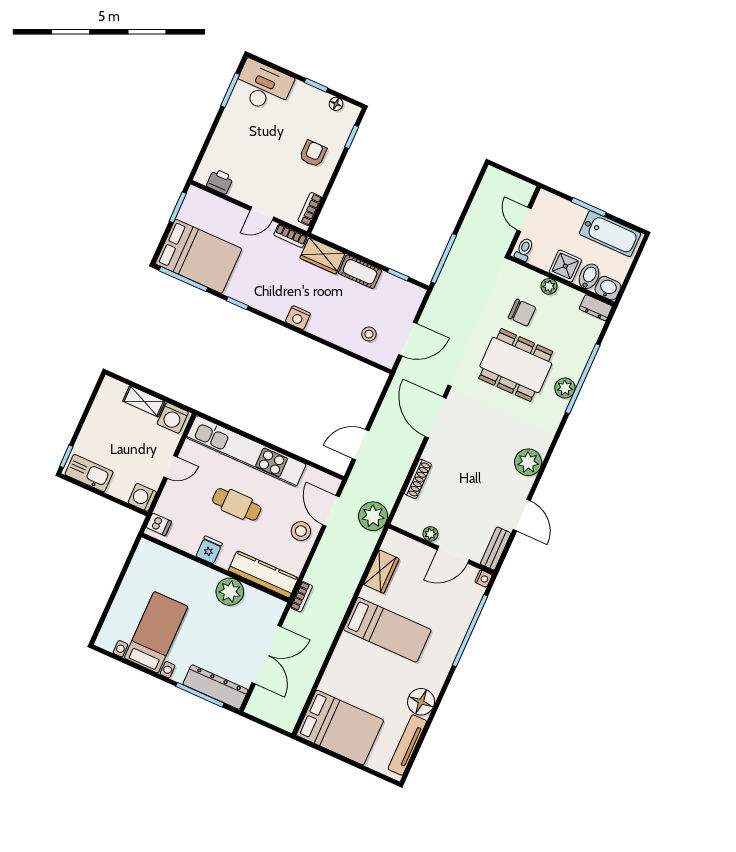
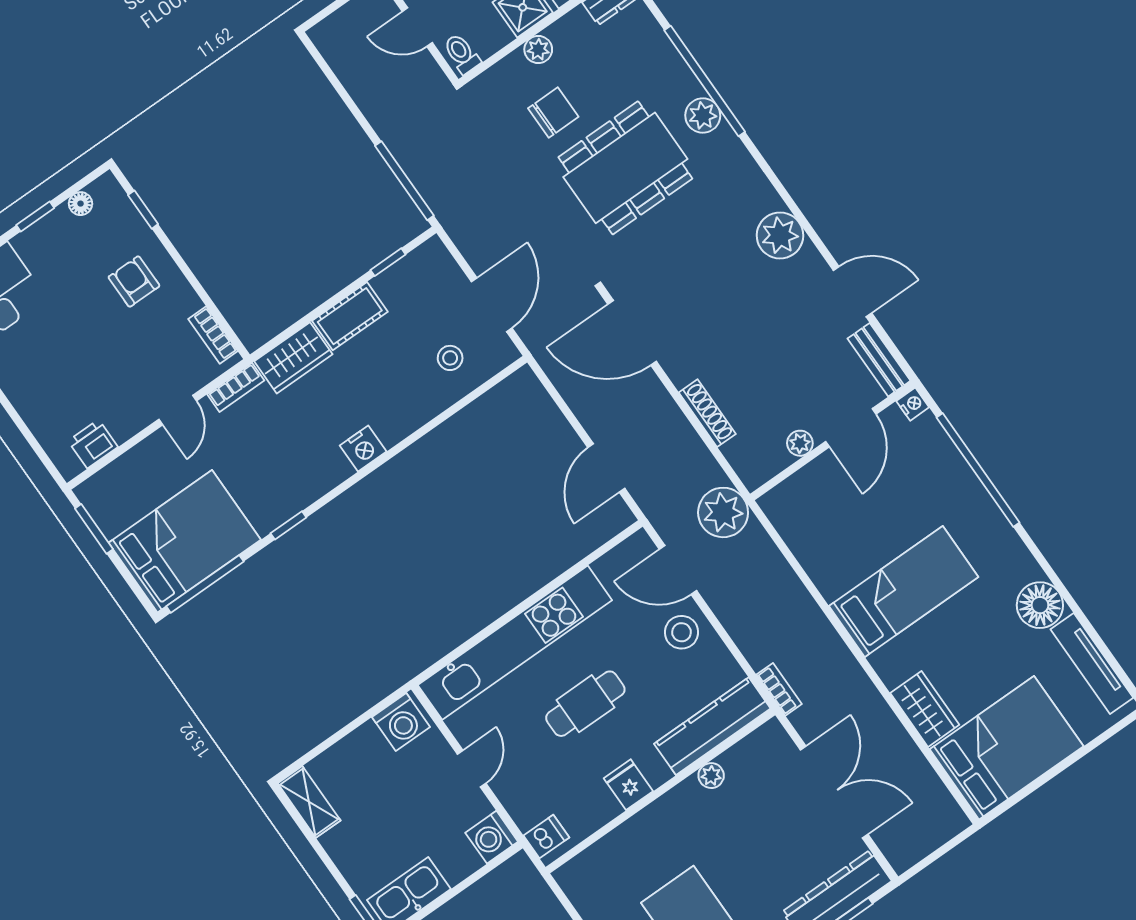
shelving: (144, 401) -> (309, 802), moved, turned 90
wardrobe: (381, 572) -> (925, 709), moved
plant: (230, 592) -> (711, 776), width x0.53, depth x0.53

